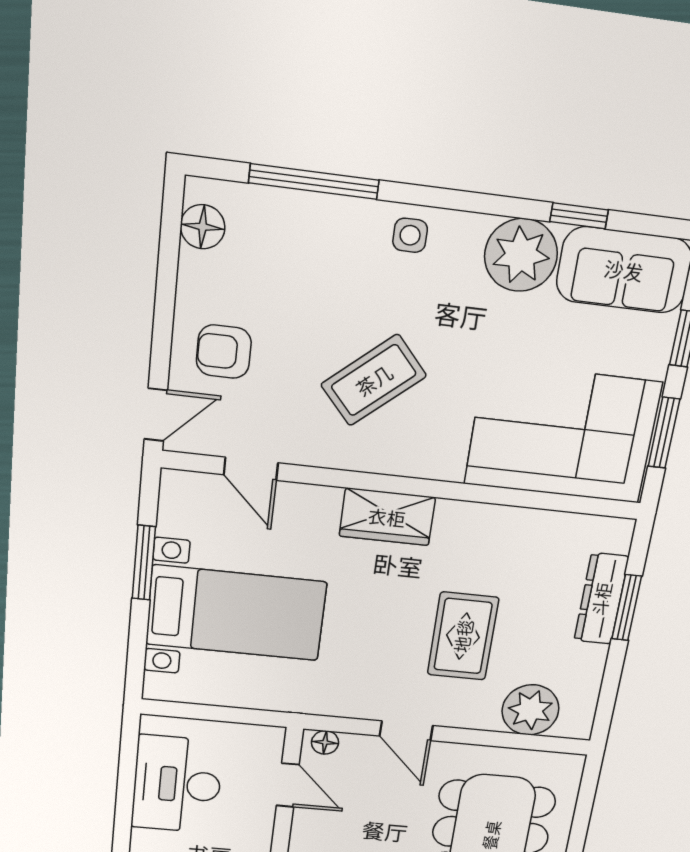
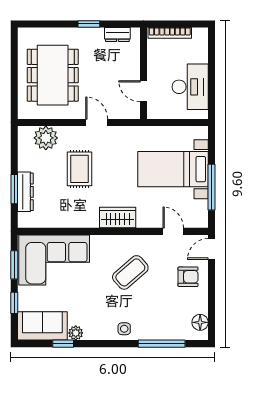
plant: (521, 255) -> (76, 333), width x0.53, depth x0.53
window: (144, 563) -> (212, 187), width x1.44
floor lamp: (325, 742) -> (130, 113), removed

